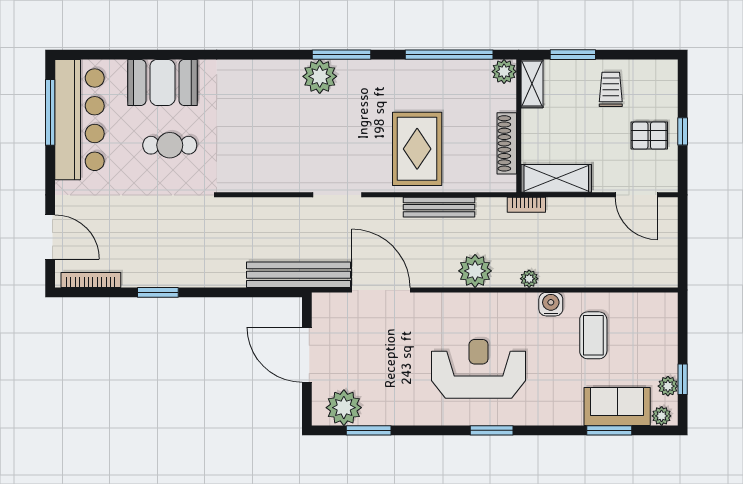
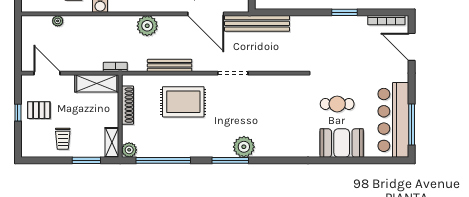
rug: (417, 149) -> (183, 102), turned 90
plant: (529, 279) -> (58, 21), moved

